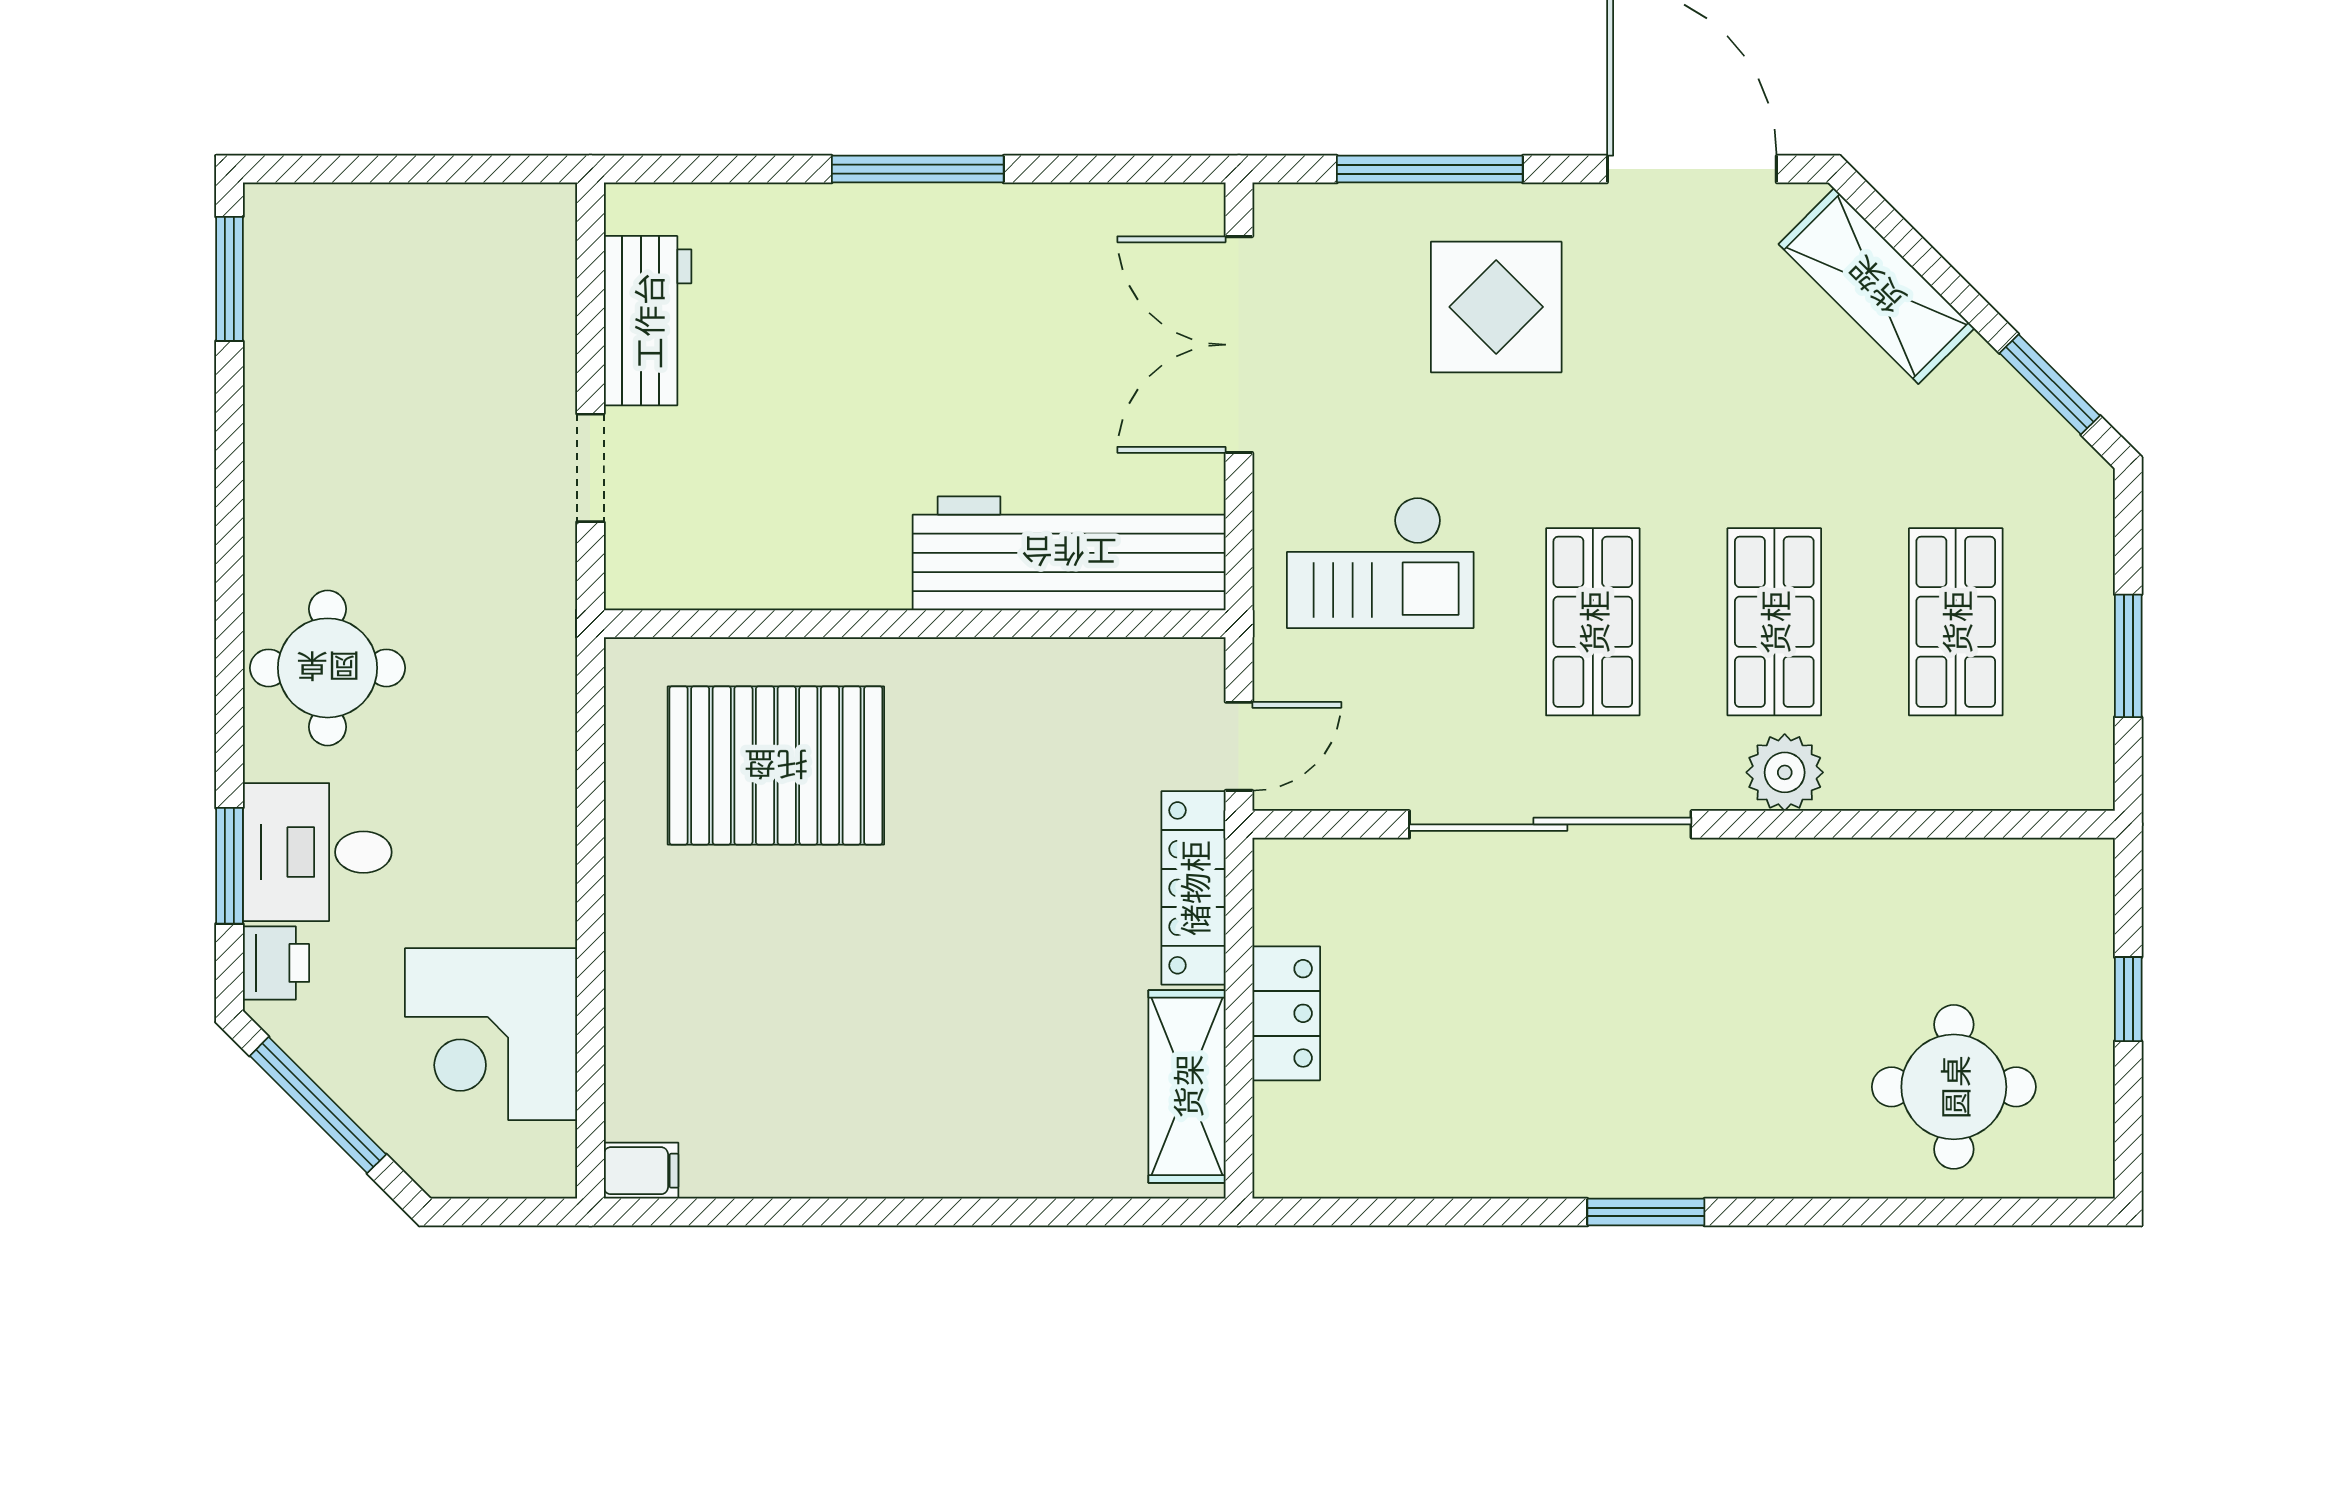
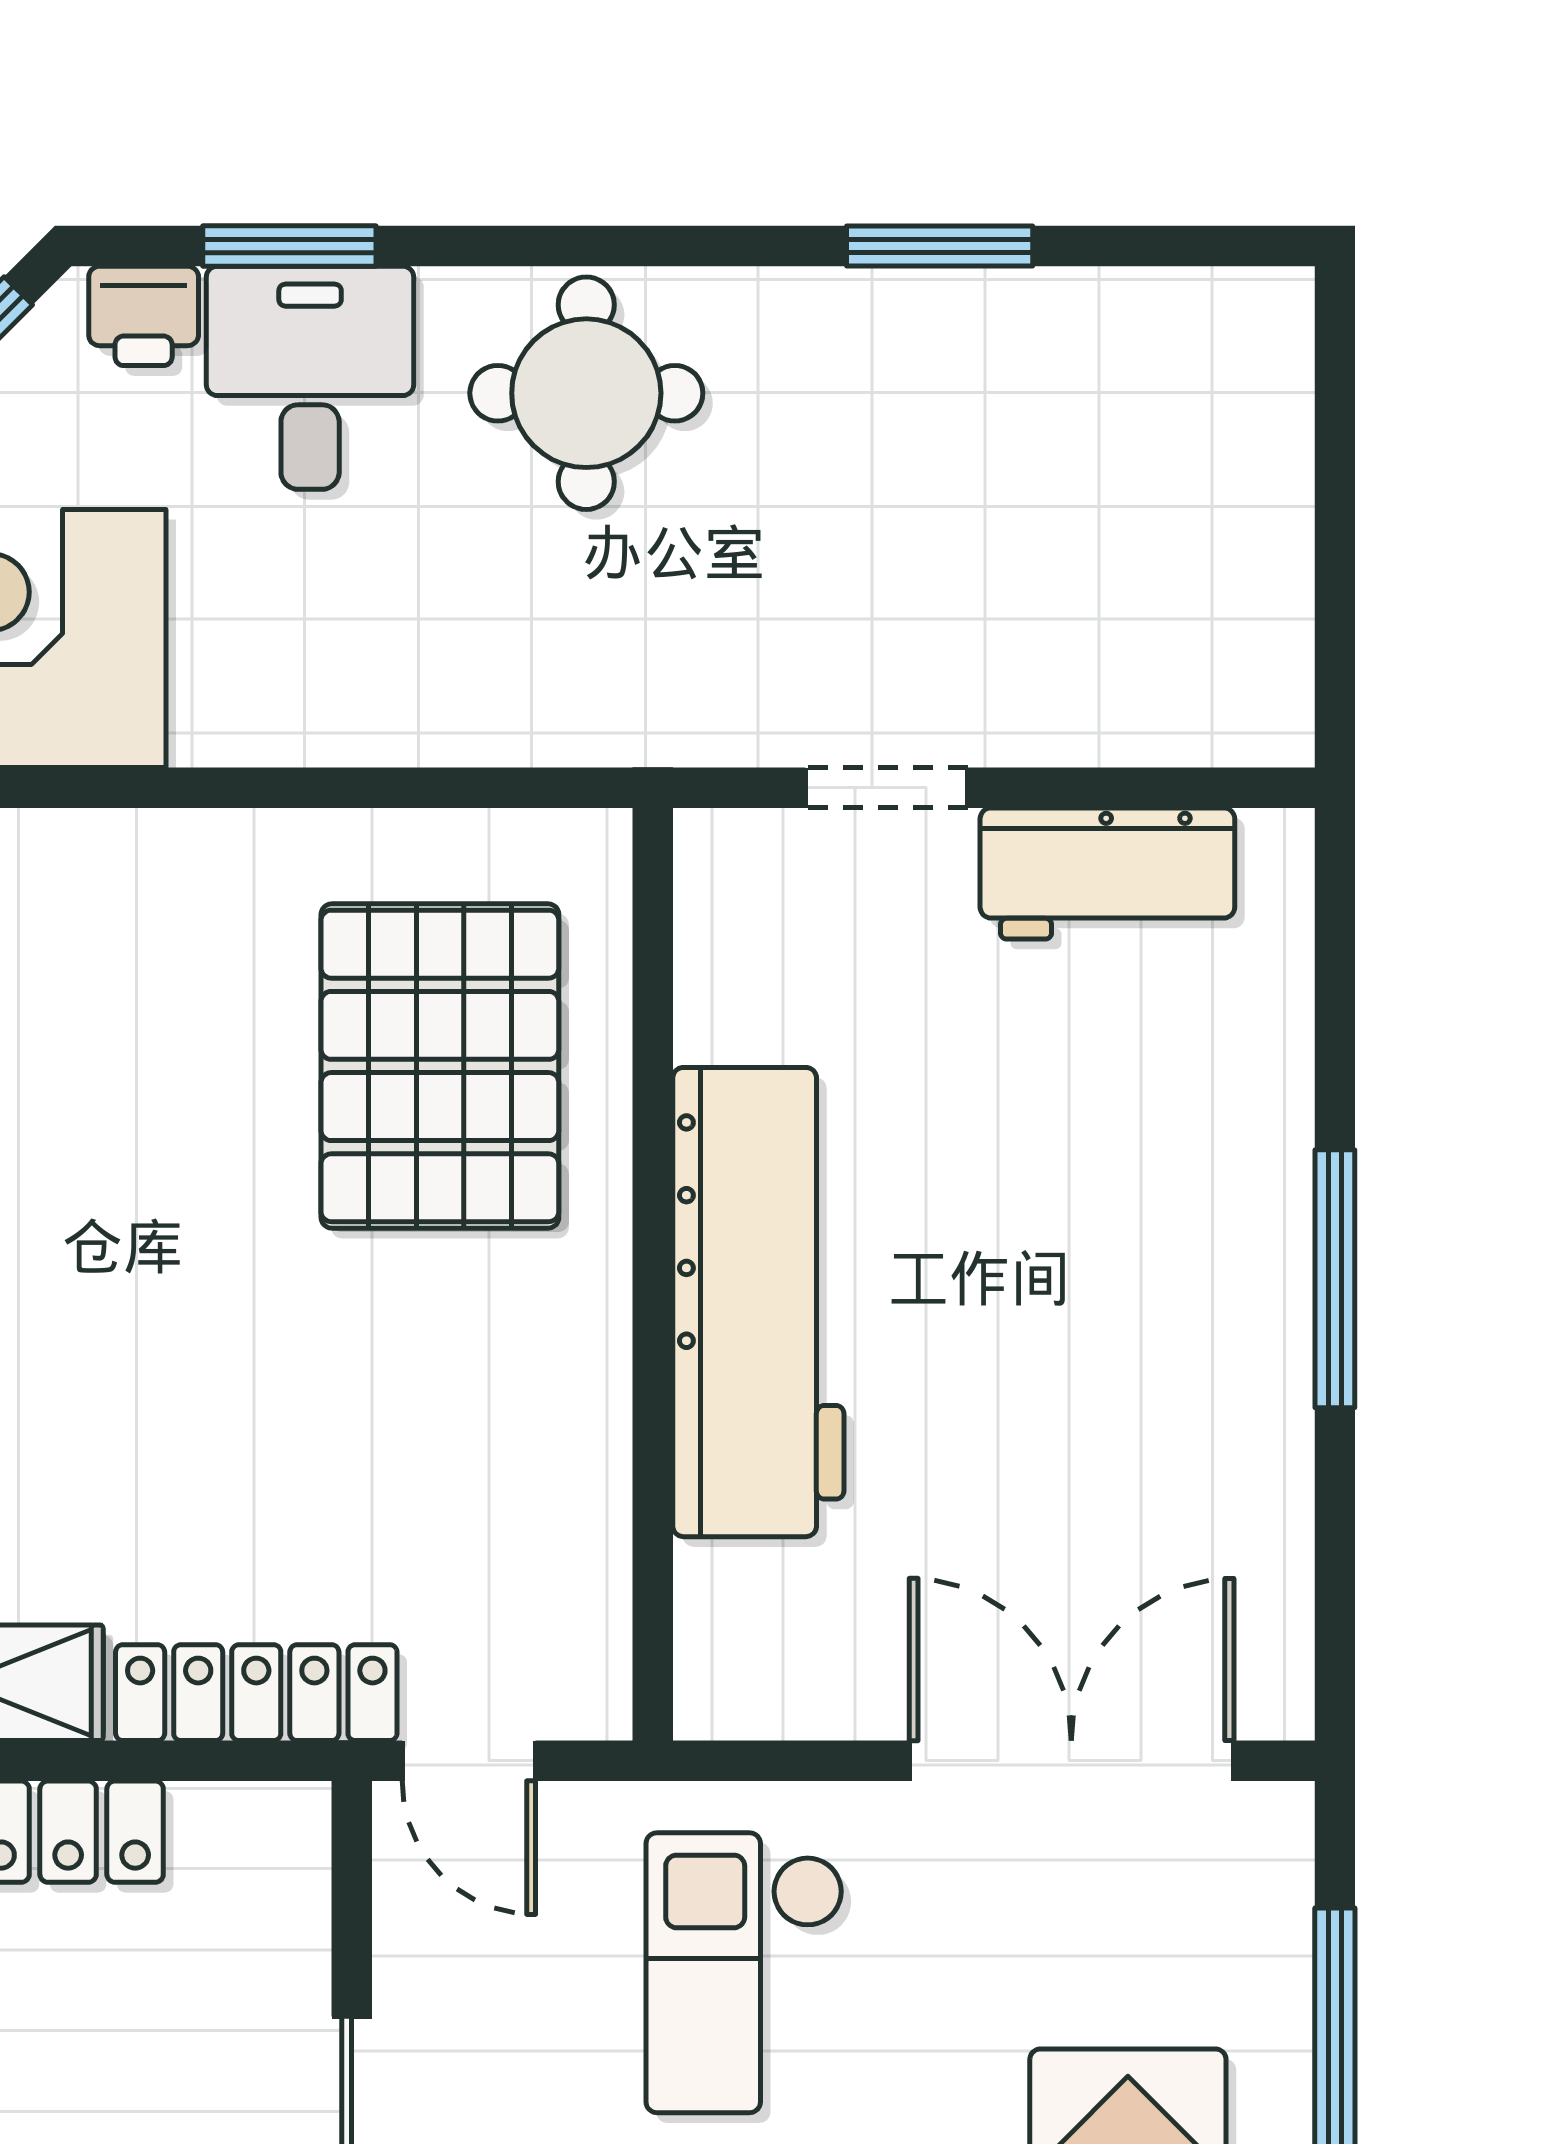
window: (229, 279) -> (940, 246), moved
workbench: (1069, 553) -> (758, 1302), moved

